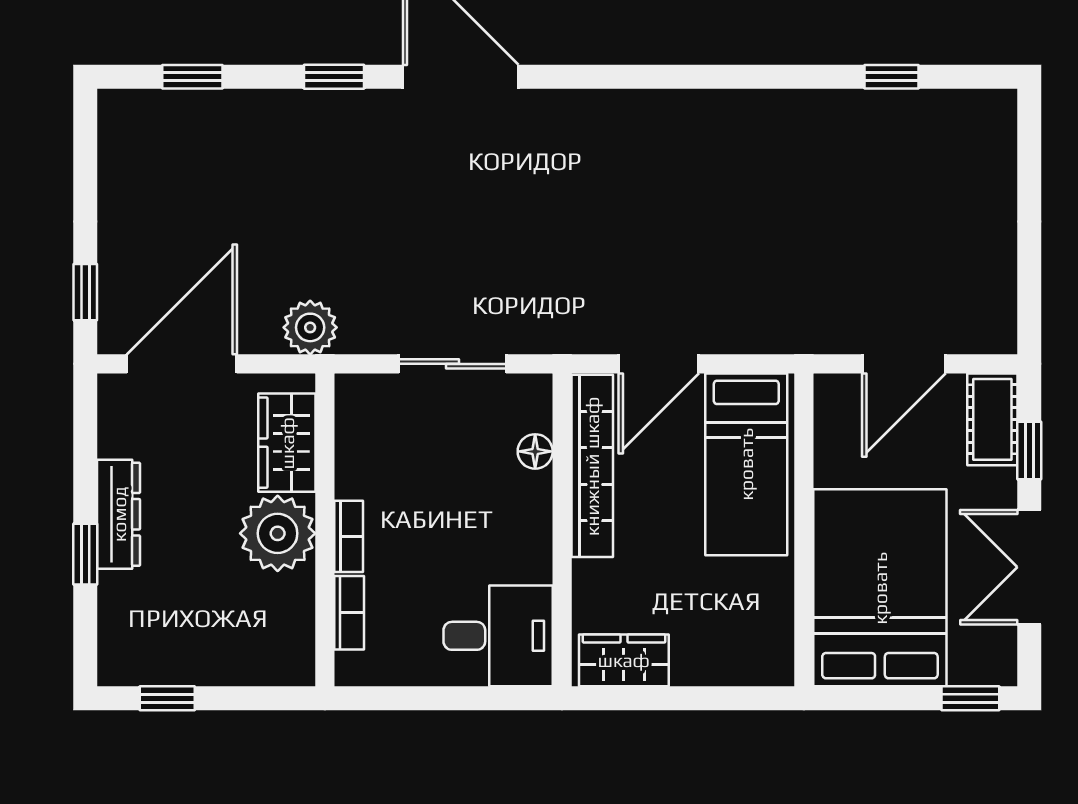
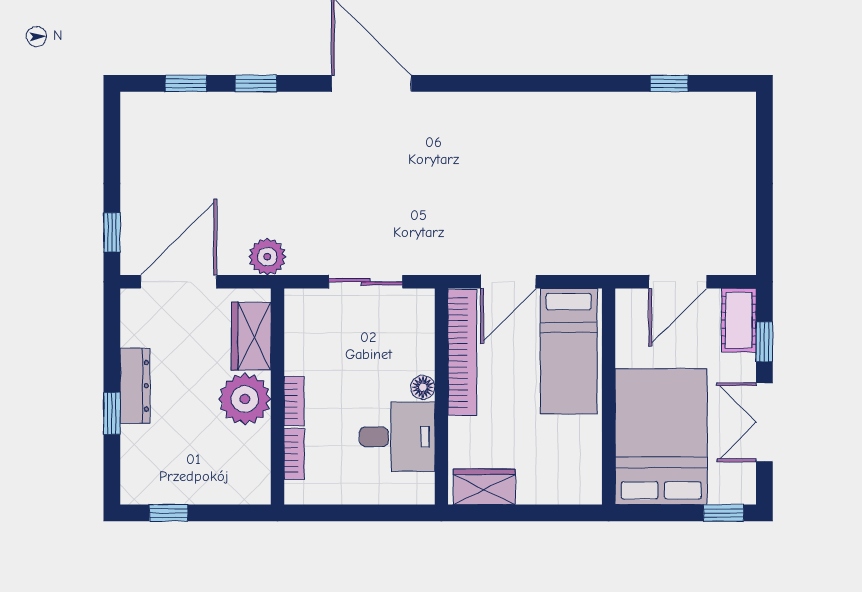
window: (334, 77) -> (256, 83), moved
floor lamp: (535, 451) -> (423, 387), moved
desk: (498, 636) -> (397, 437), moved

